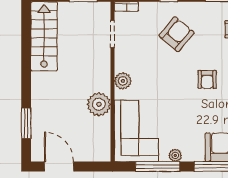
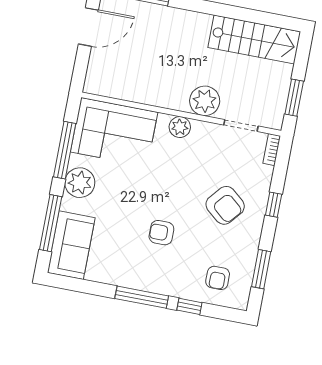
plant: (99, 104) -> (205, 101), moved
plant: (175, 155) -> (80, 183), width x1.87, depth x1.87

